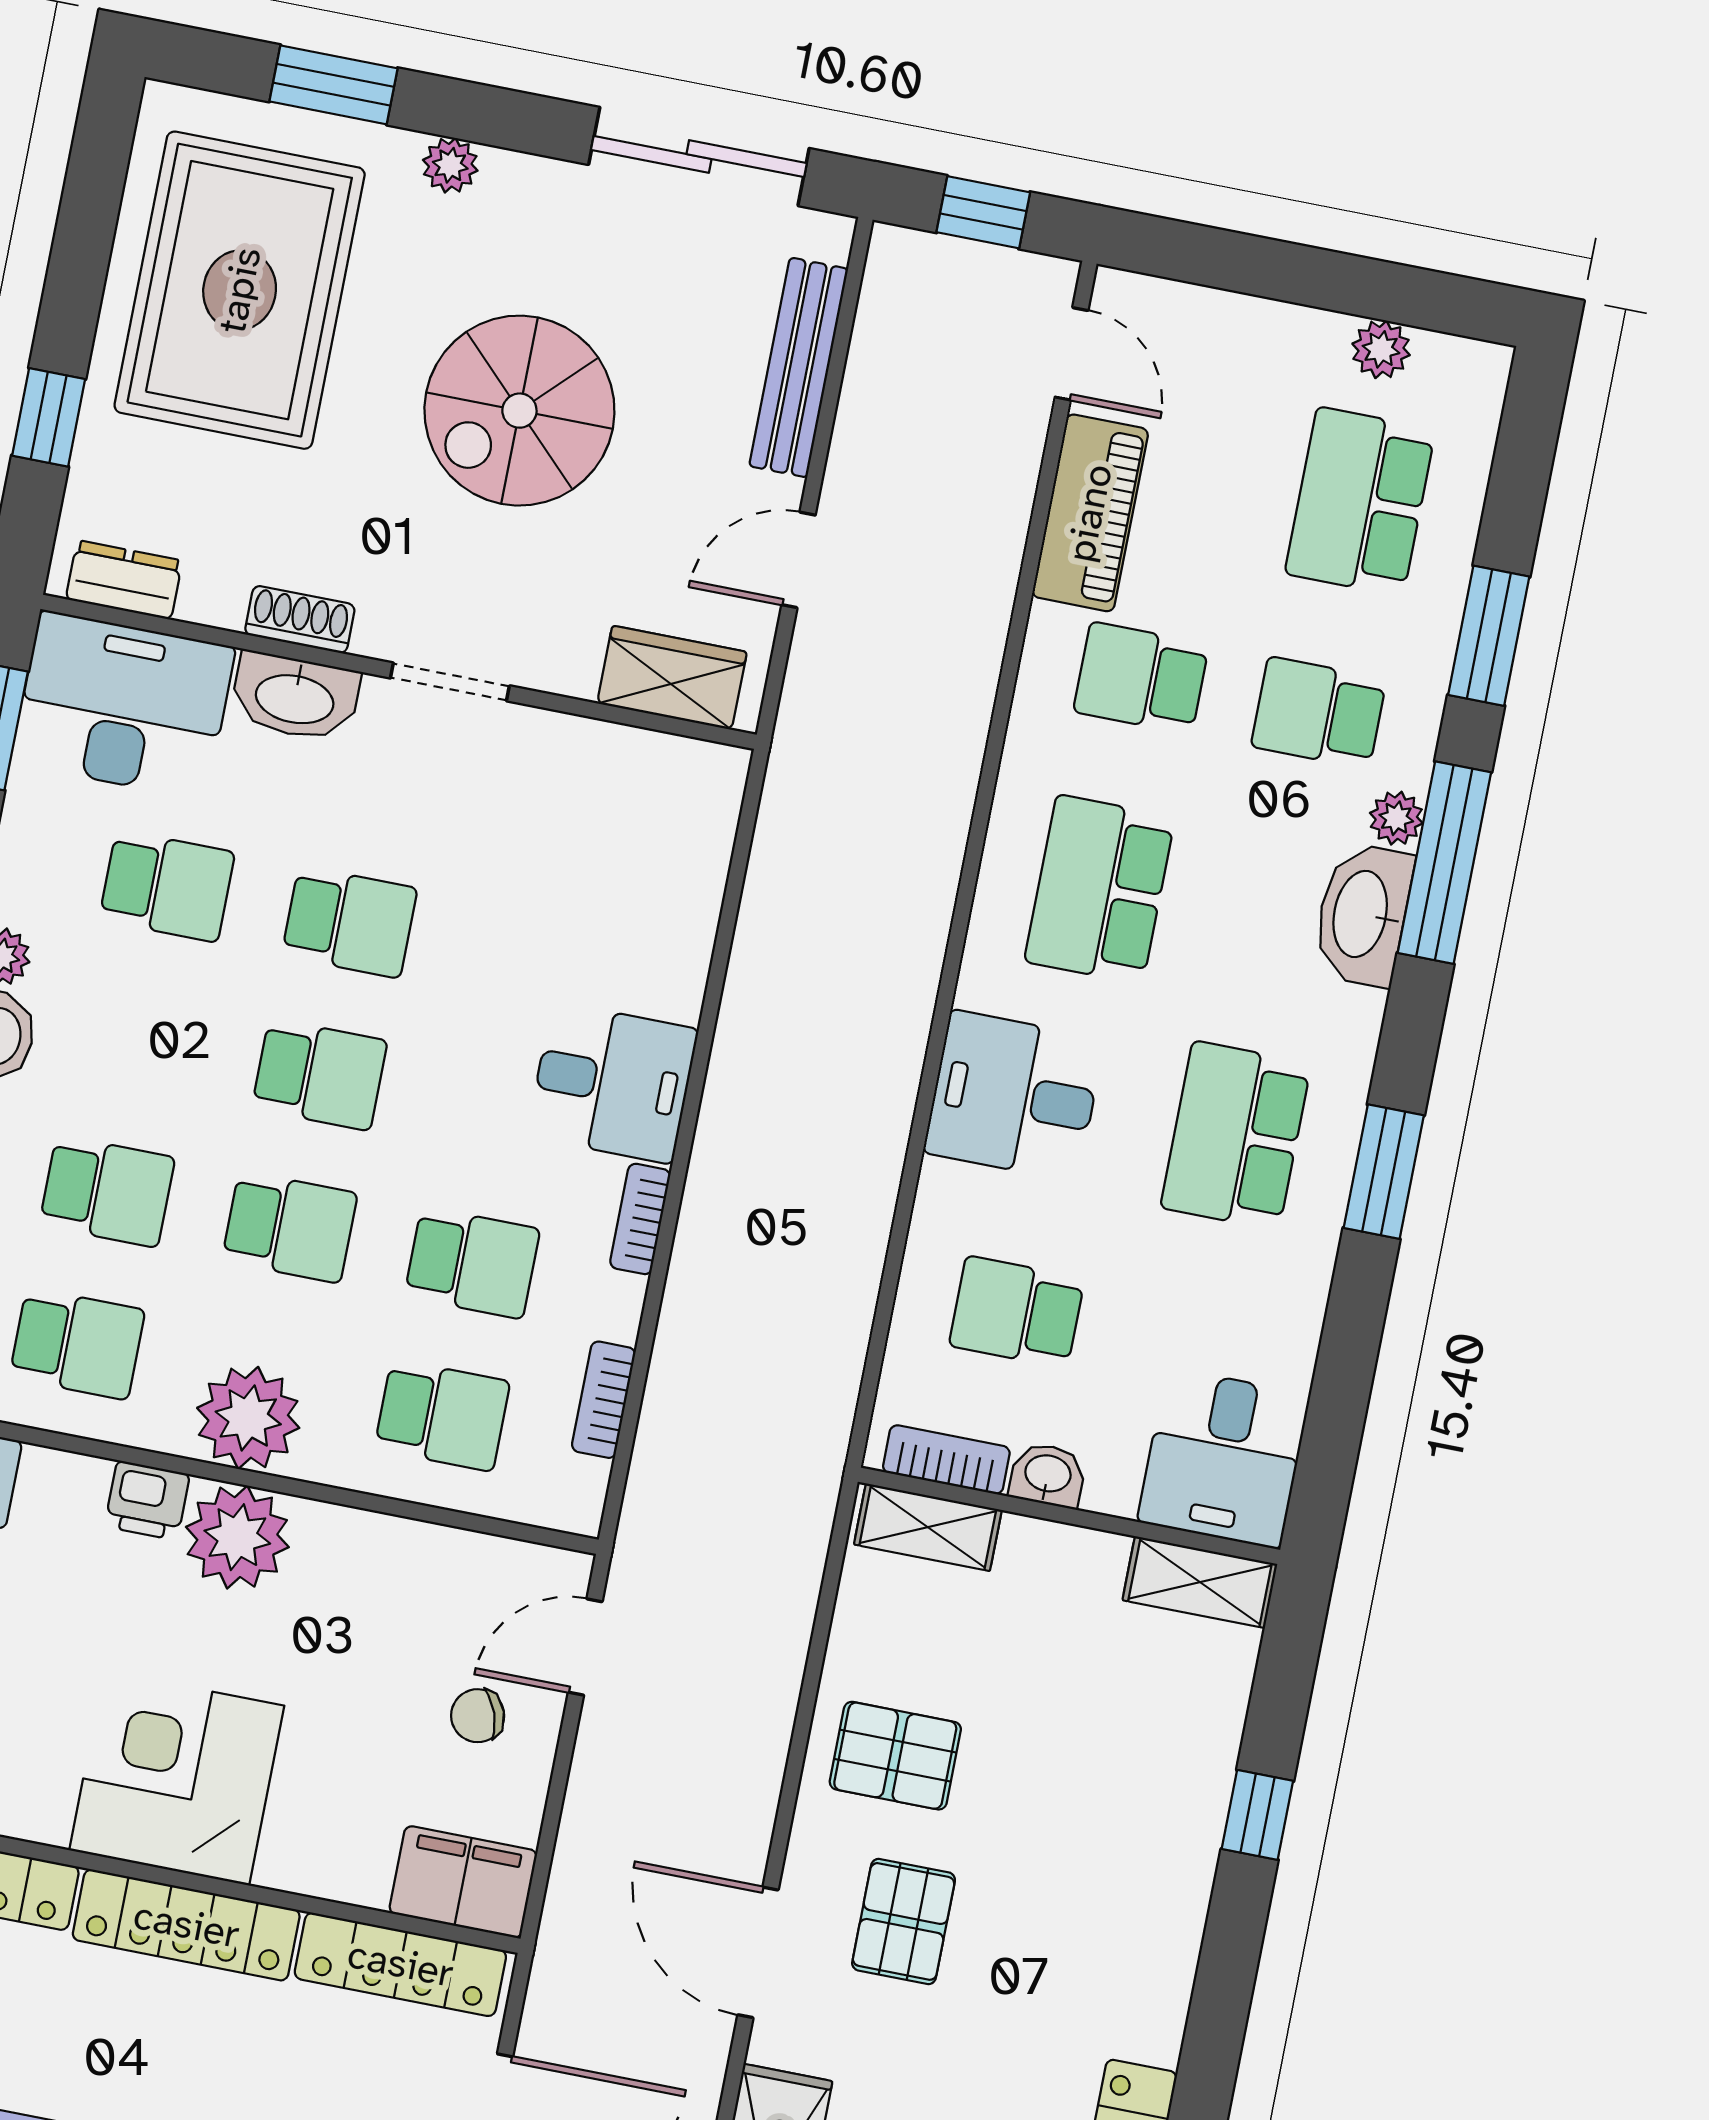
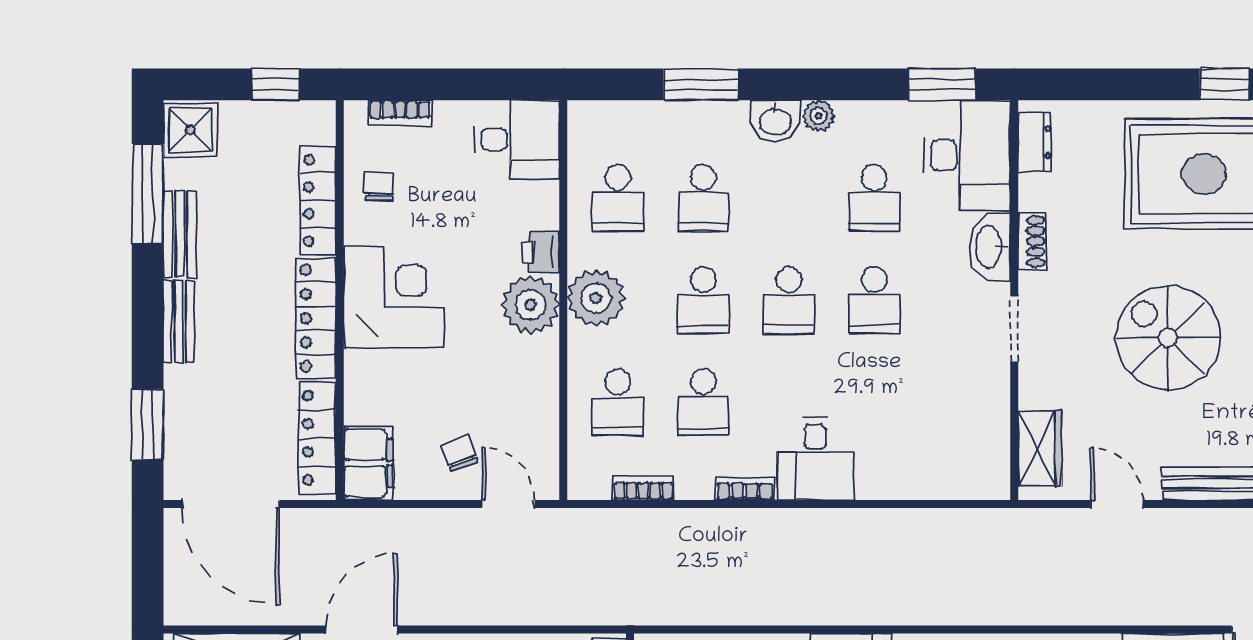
window: (49, 417) -> (1224, 84), moved

